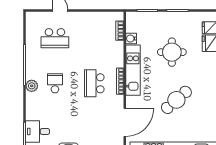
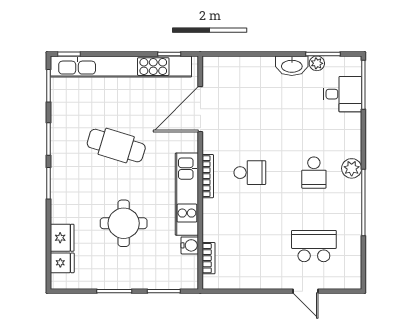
school desk: (94, 83) -> (250, 173), width x0.54
cafe table: (176, 100) -> (116, 146), turned 58

